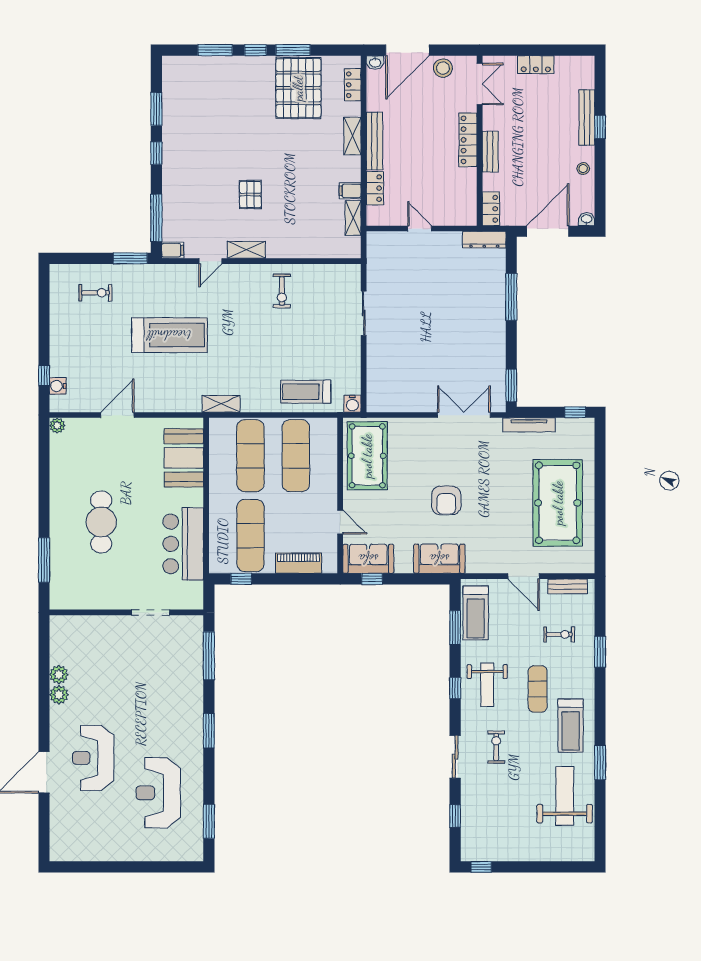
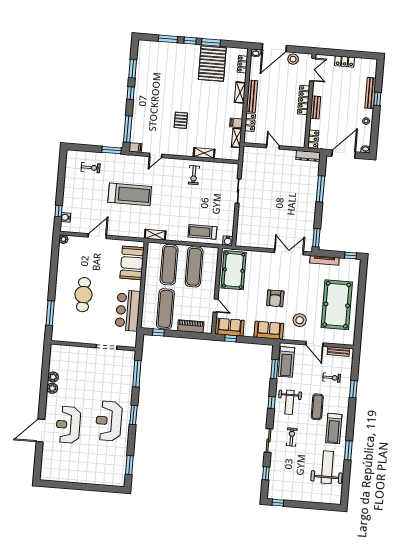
shelving: (246, 250) -> (204, 153), moved
stool: (493, 536) -> (300, 320), added
reception desk: (158, 793) -> (109, 421), moved

